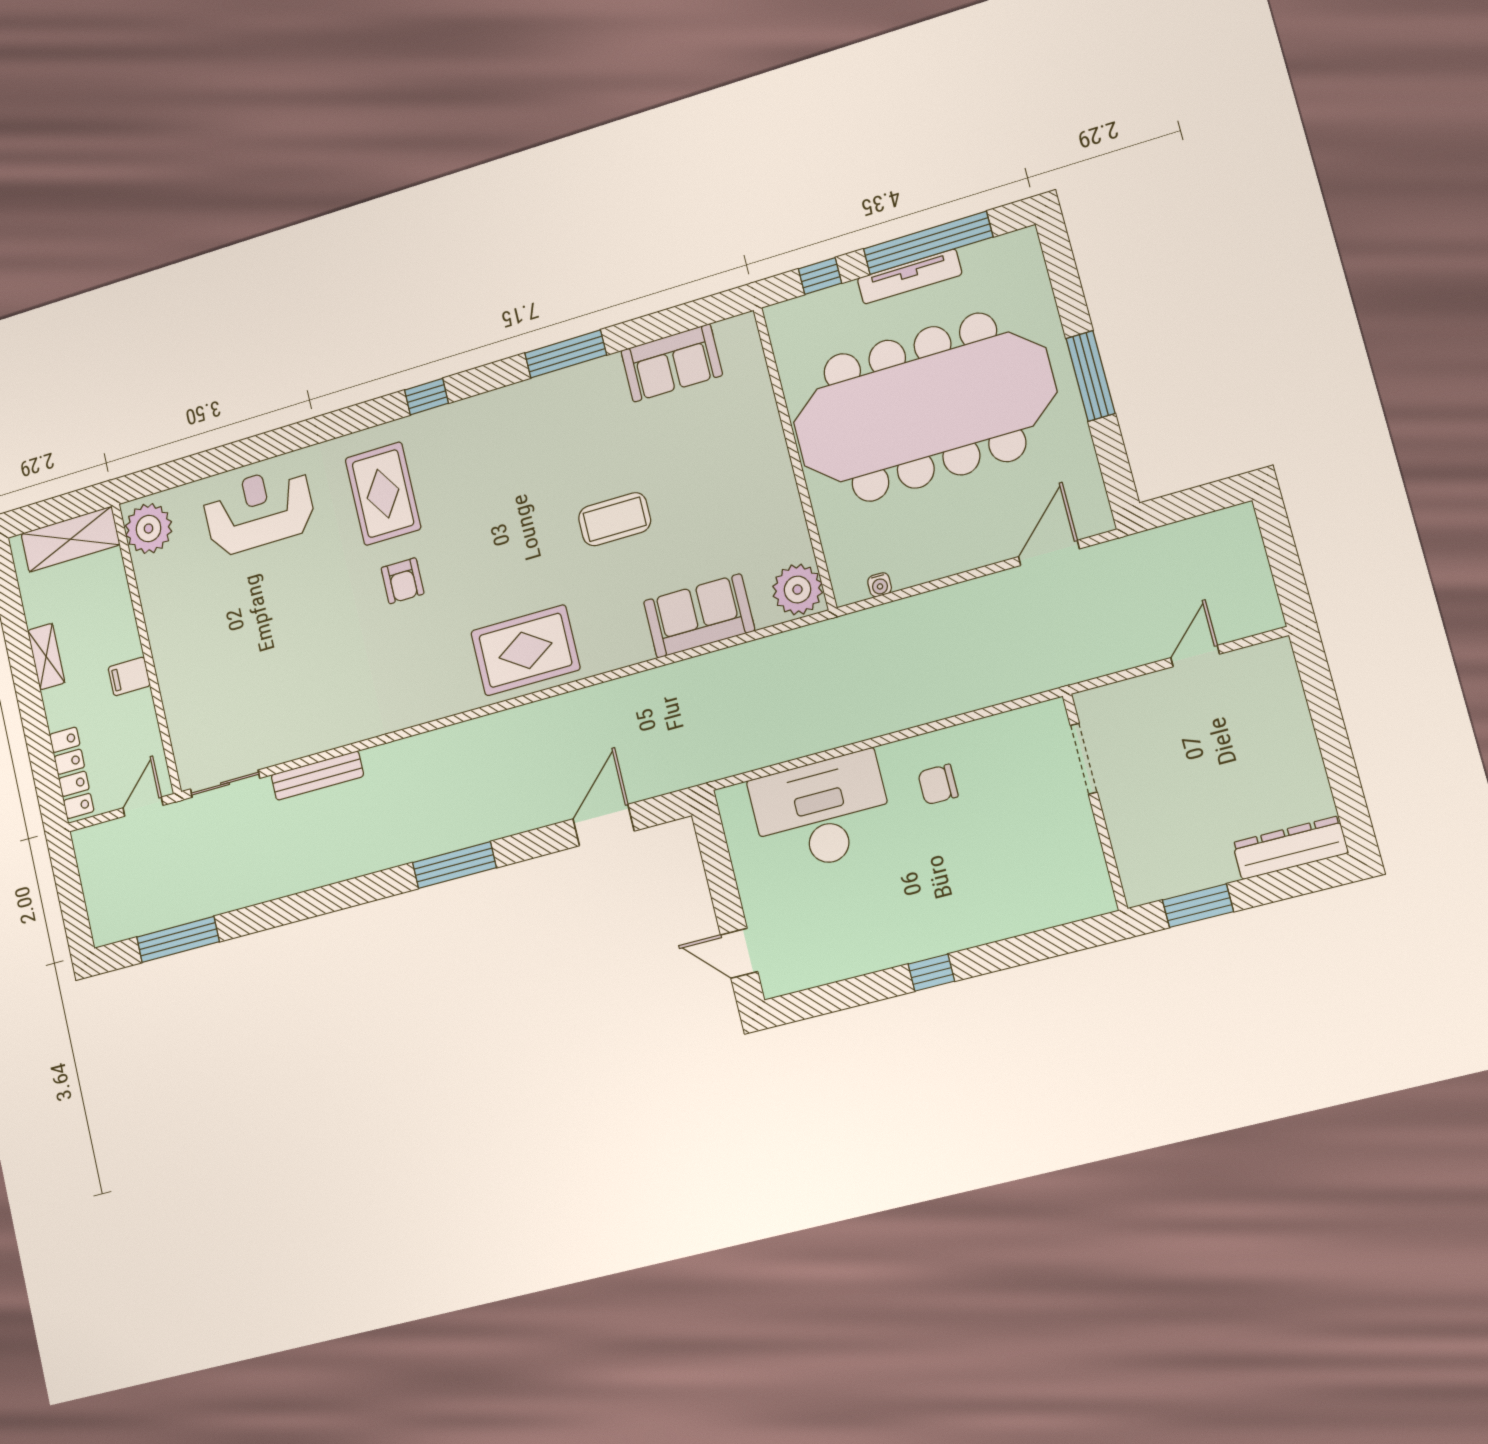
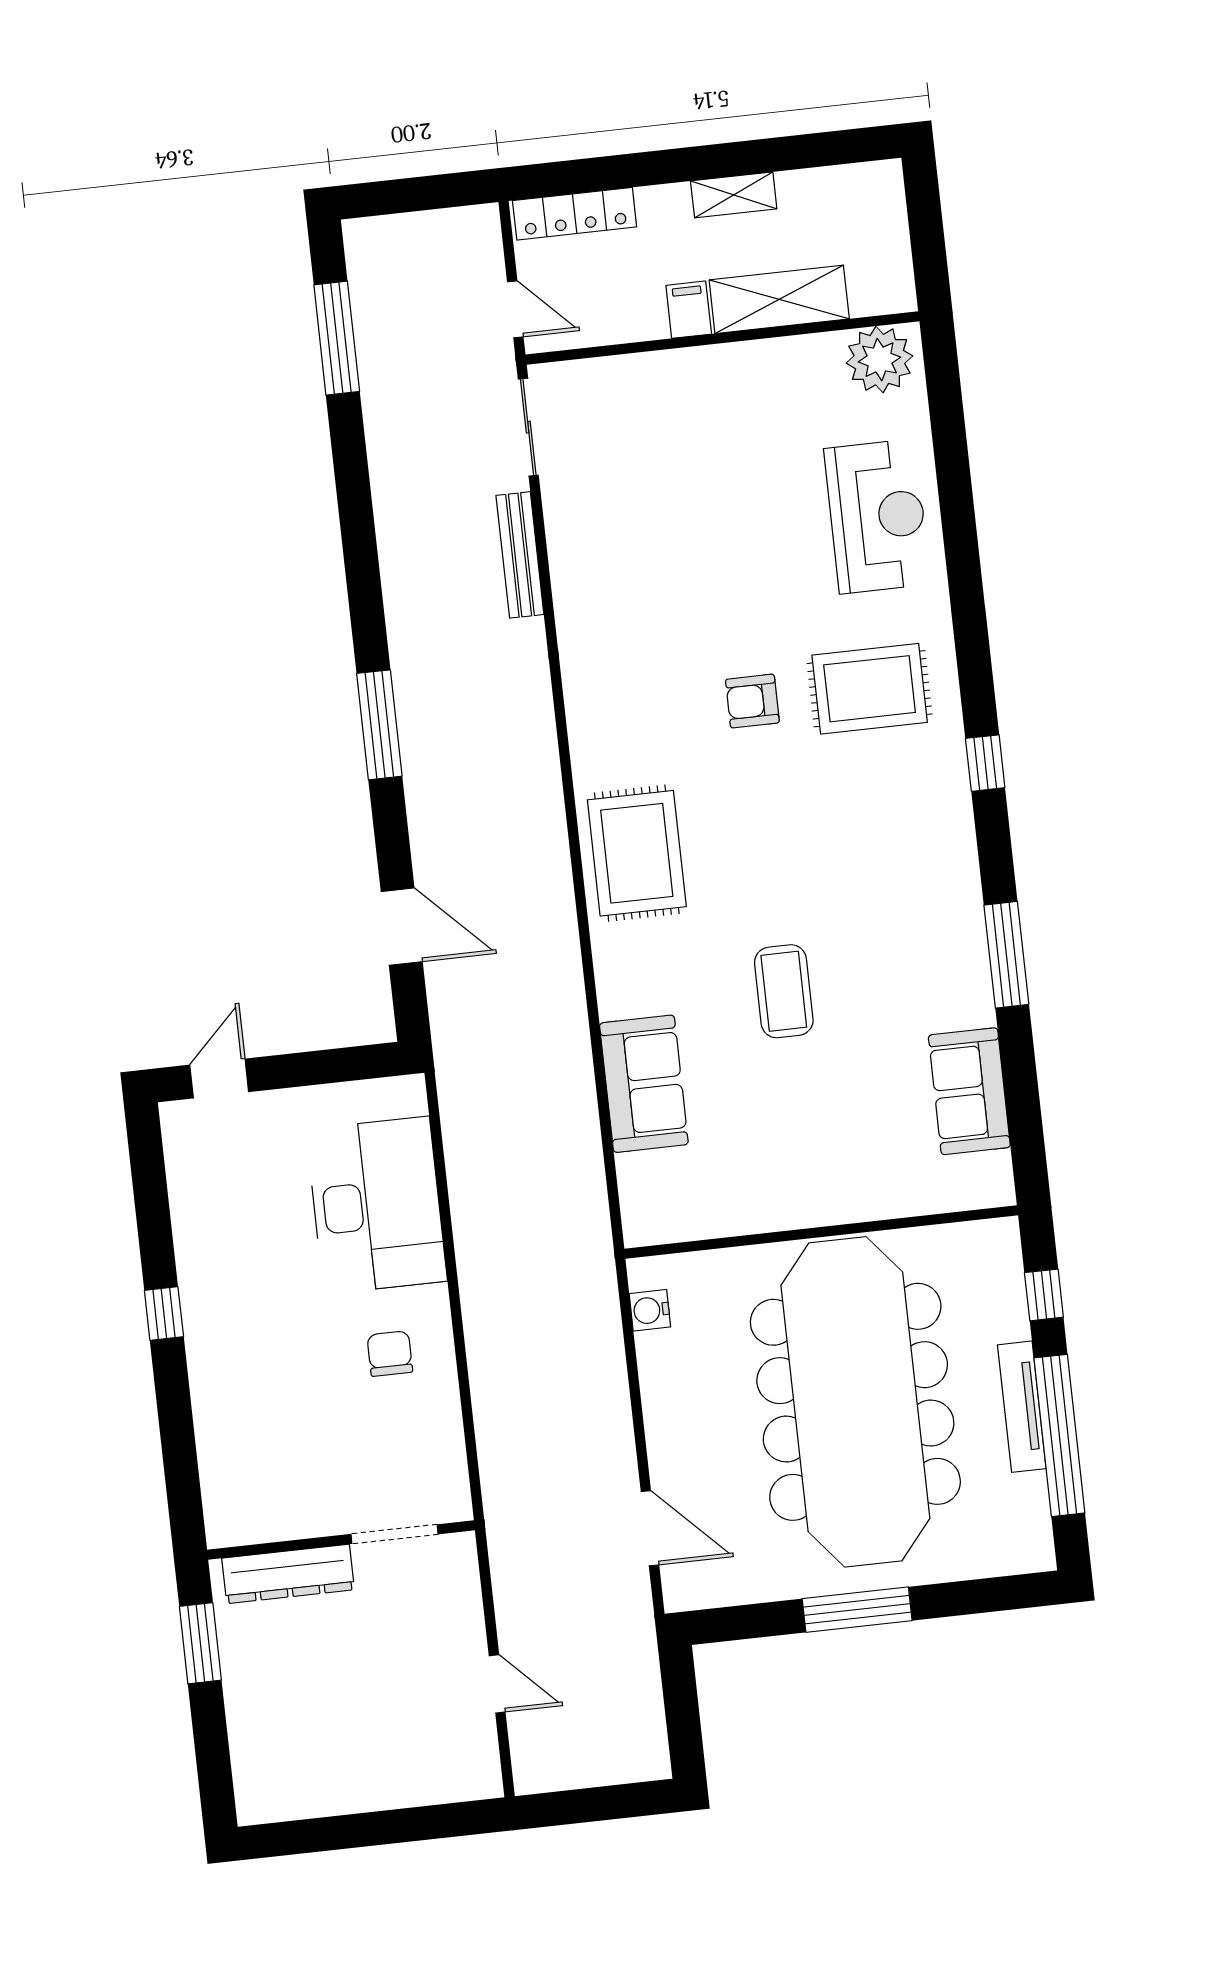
shelving: (70, 539) -> (779, 299), moved, turned 90
water cooler: (880, 585) -> (650, 1310), width x1.38, depth x1.38
plant: (798, 590) -> (656, 1213), removed
dresser: (1290, 848) -> (288, 1574), moved, turned 90

